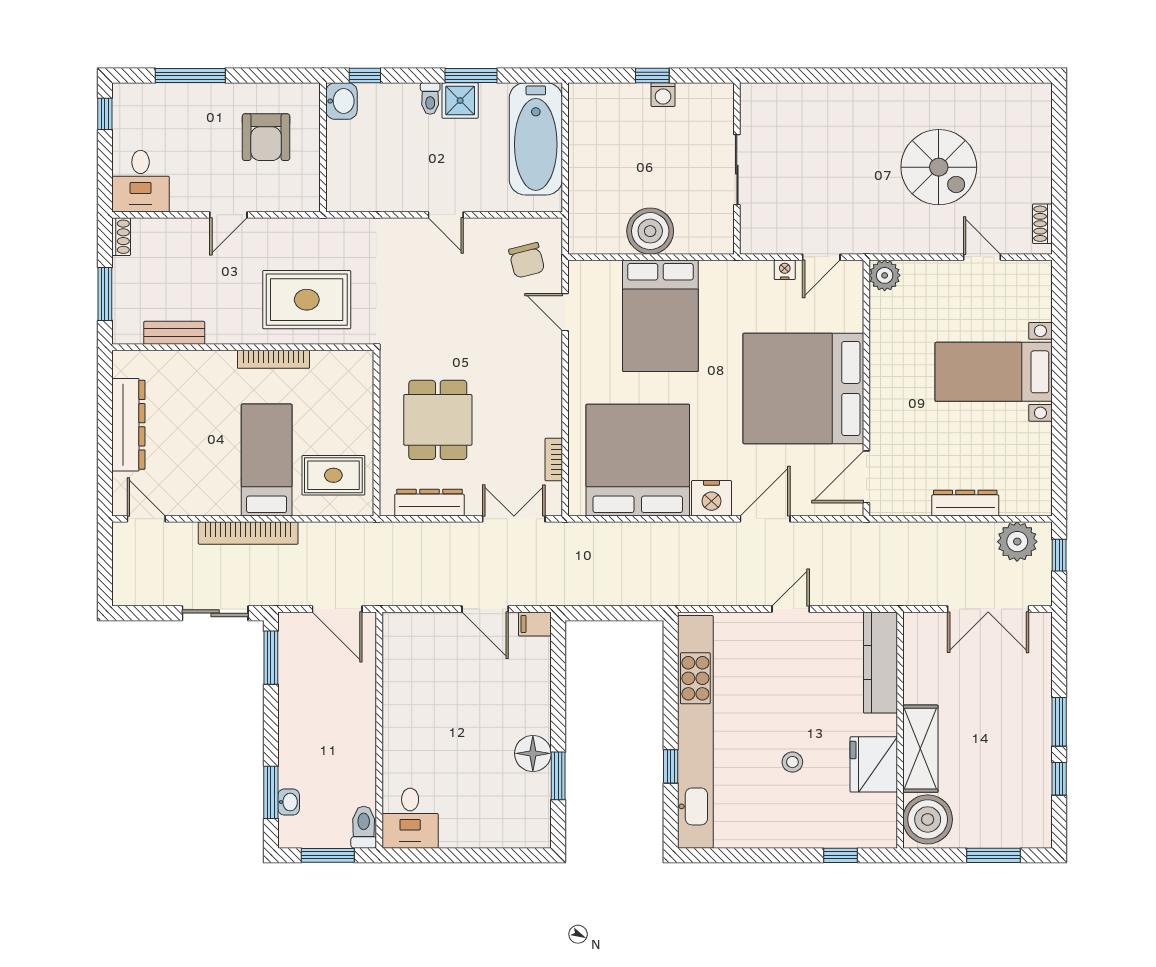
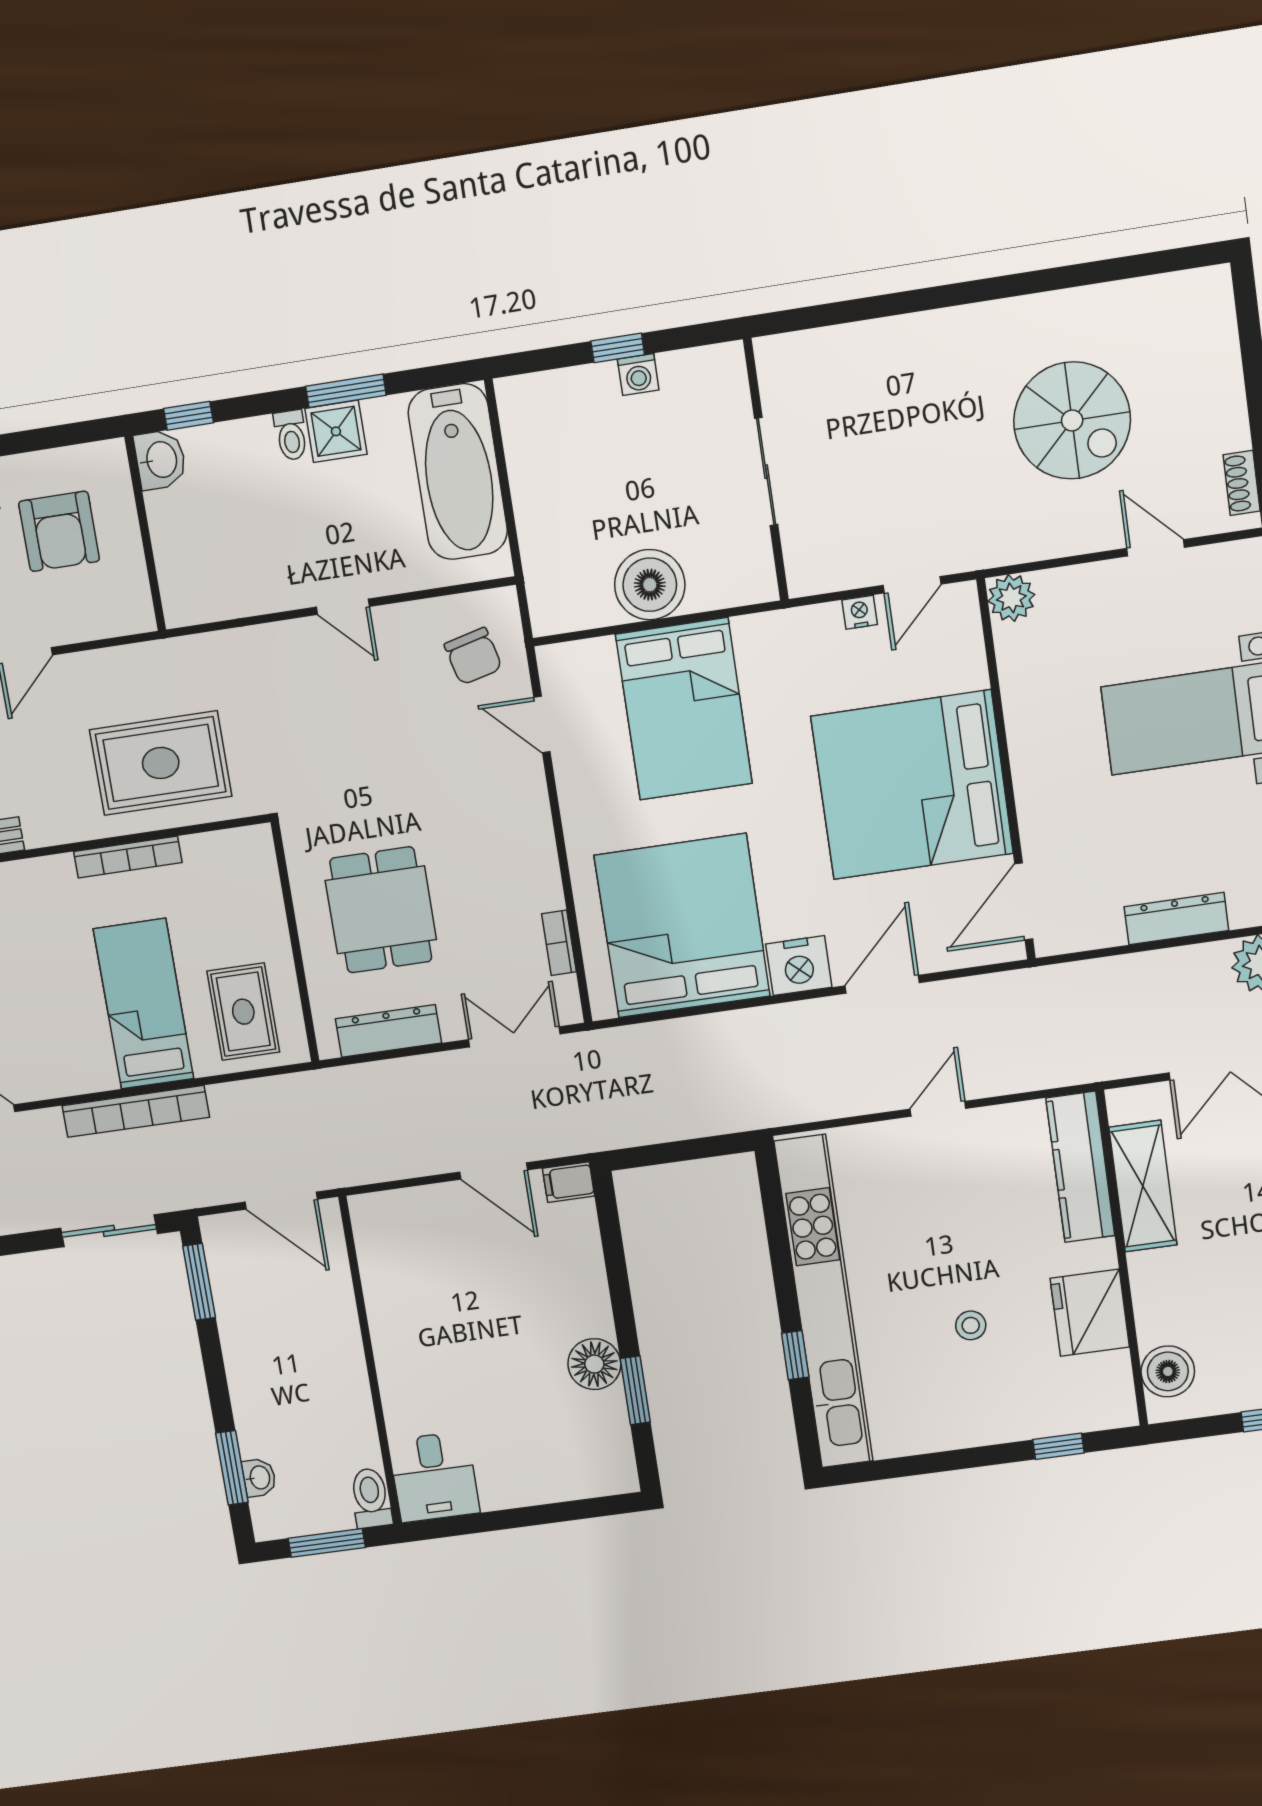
rug: (333, 475) -> (243, 1012), turned 90
shelving: (920, 749) -> (1143, 1186), moved
boiler: (928, 819) -> (1168, 1371), width x0.73, depth x0.73

